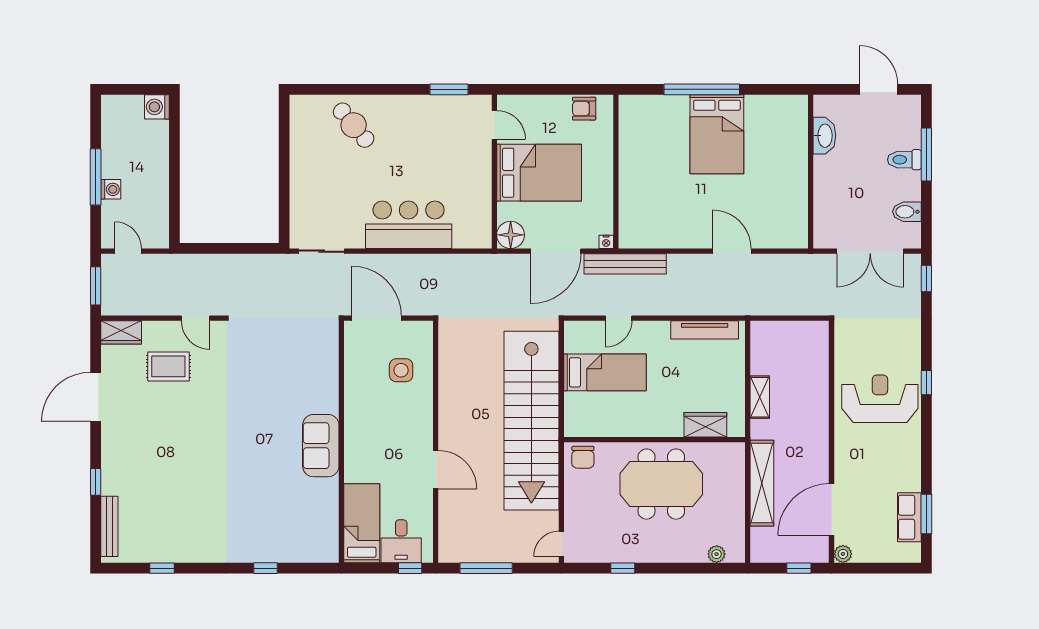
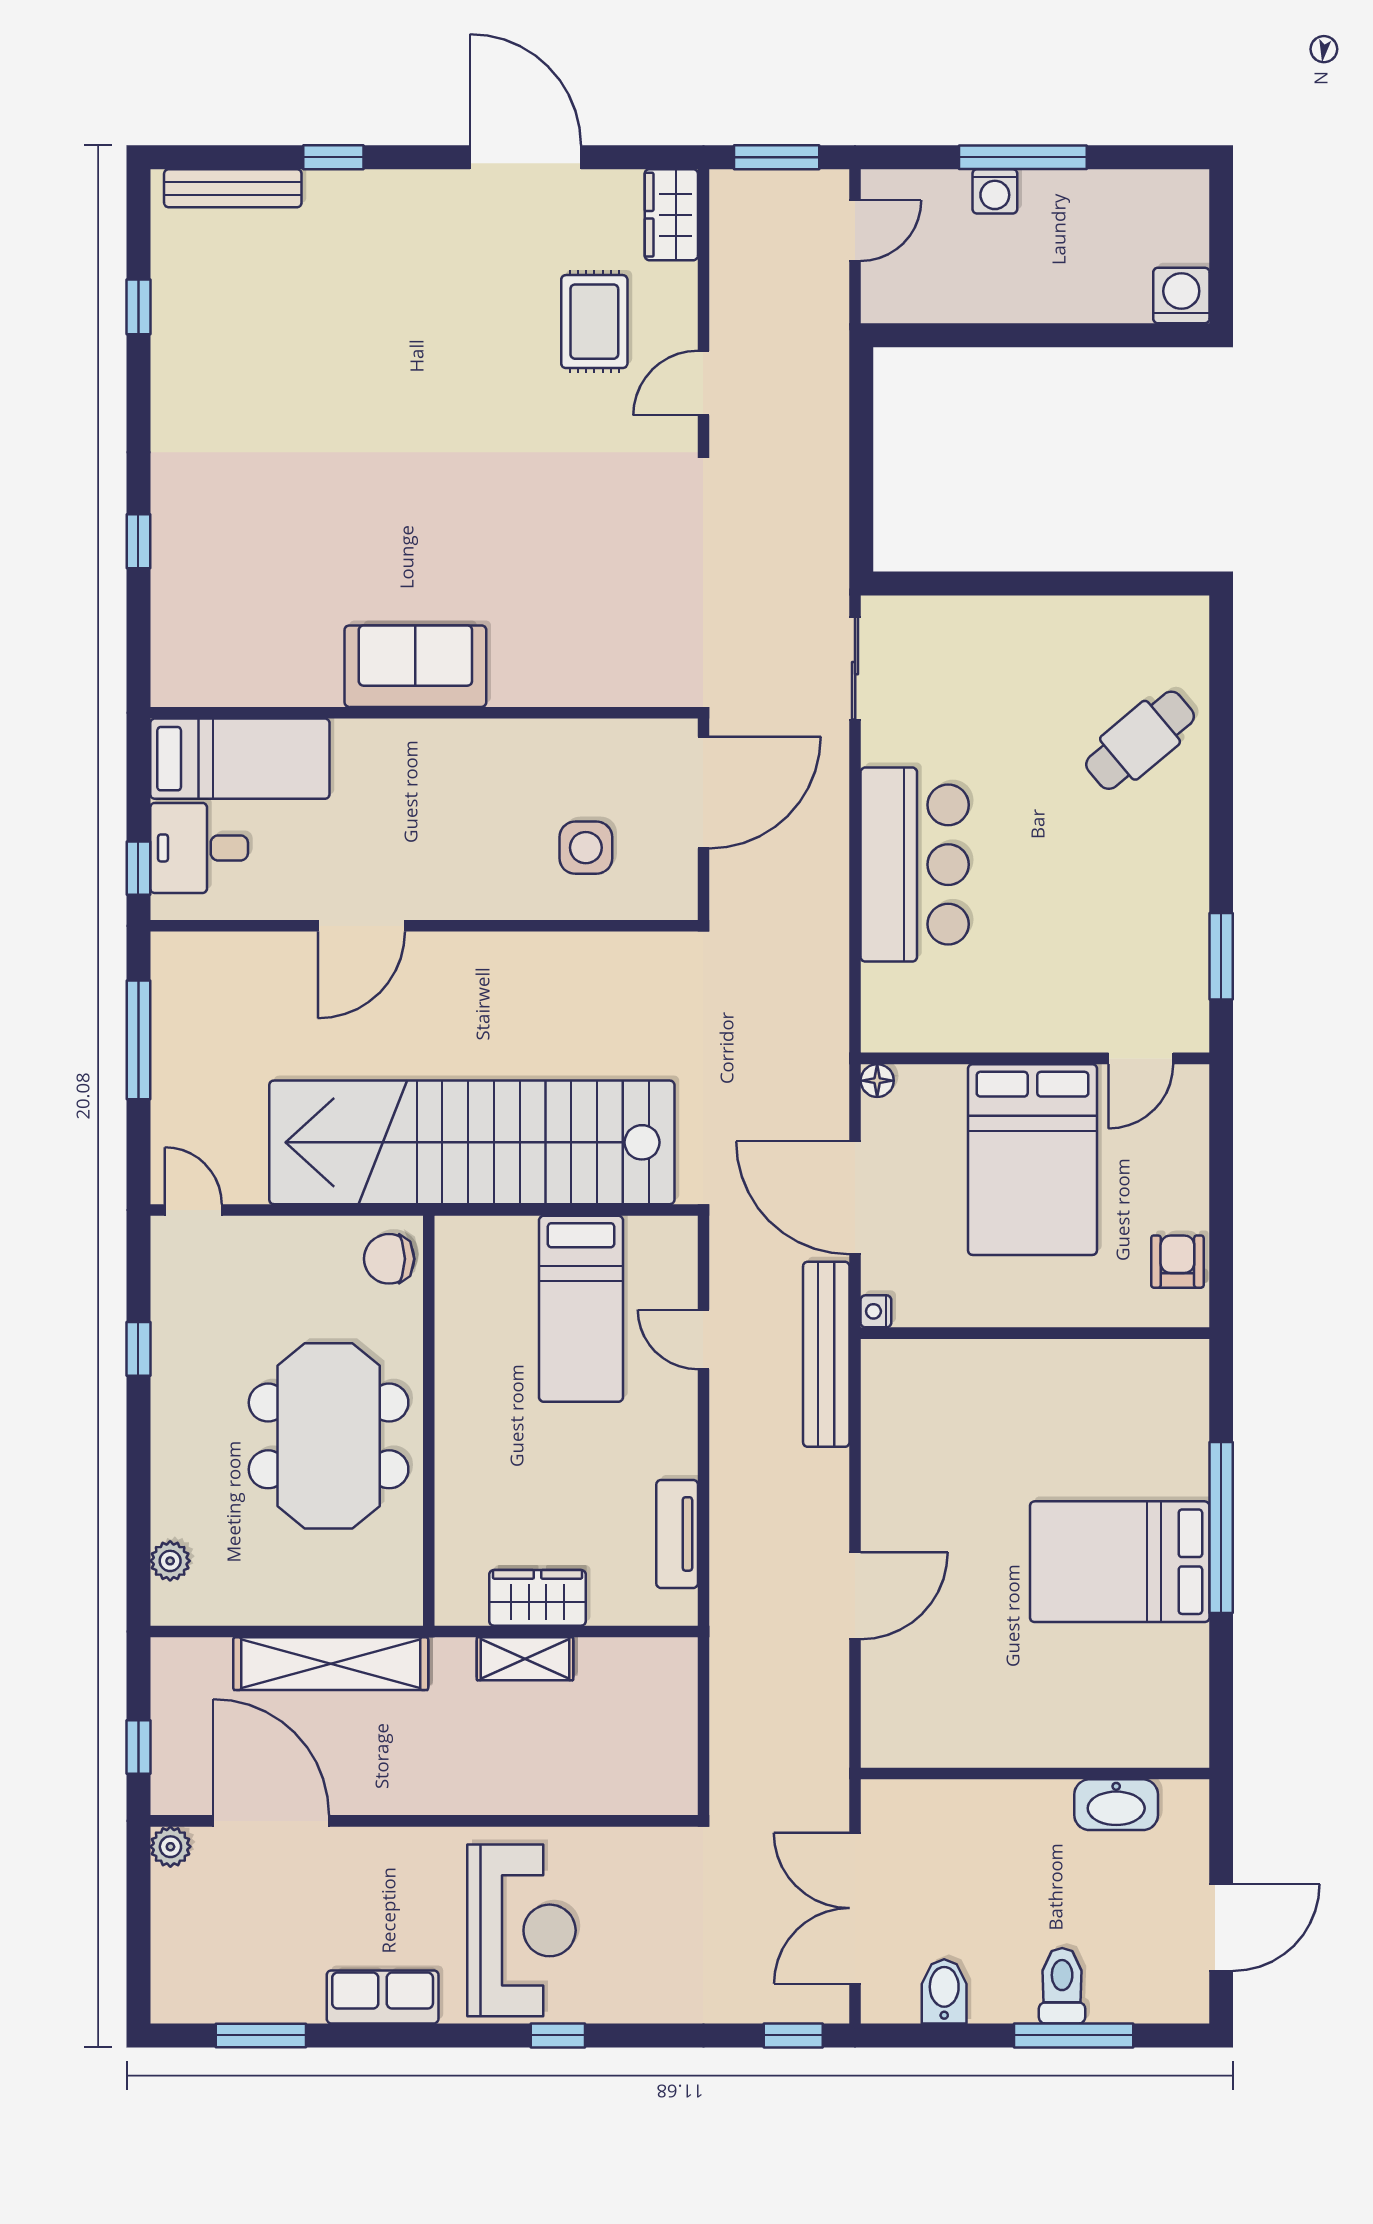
floor lamp: (511, 235) -> (877, 1081), width x0.53, depth x0.53
tv unit: (705, 330) -> (677, 1534), width x0.71
wardrobe: (705, 425) -> (538, 1598), moved, turned -90
row of seats: (909, 517) -> (383, 1997), moved

